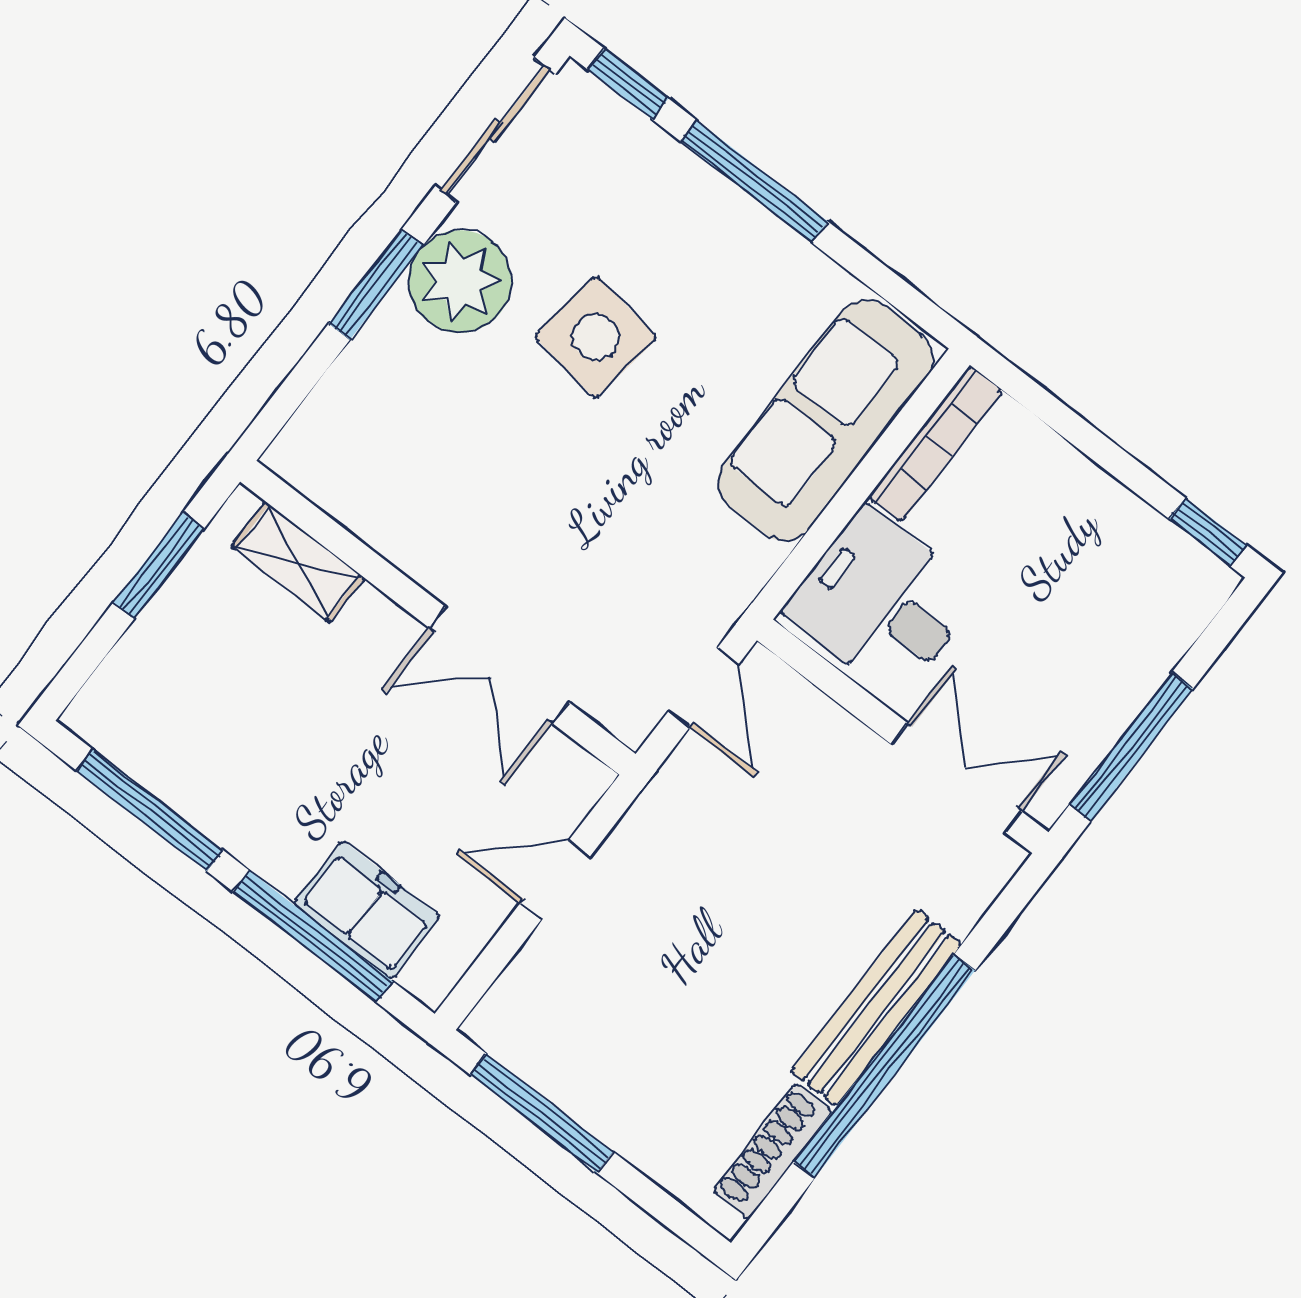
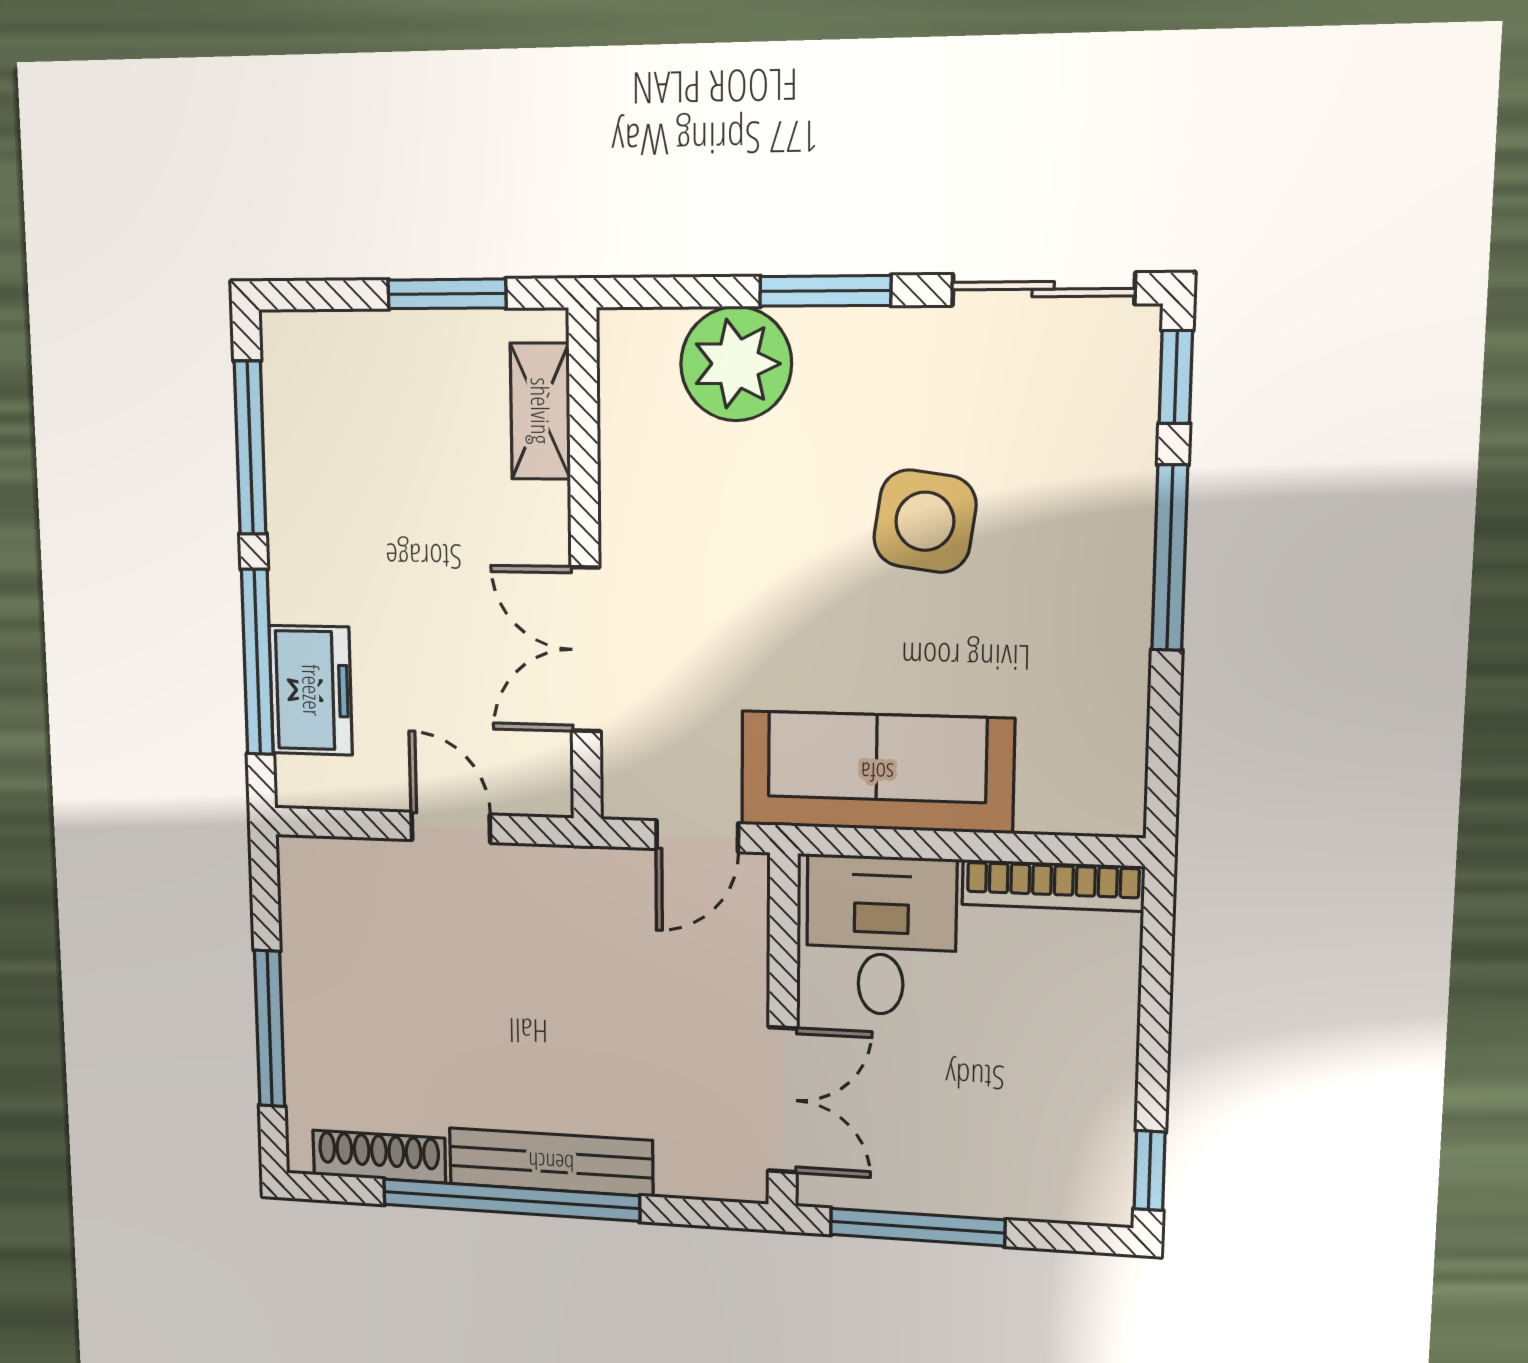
plant: (460, 282) -> (736, 364), moved
sofa: (825, 421) -> (877, 772), moved
window: (541, 1113) -> (270, 1029), moved

